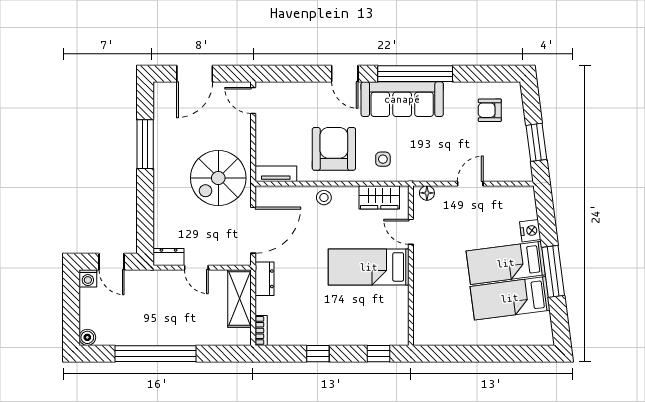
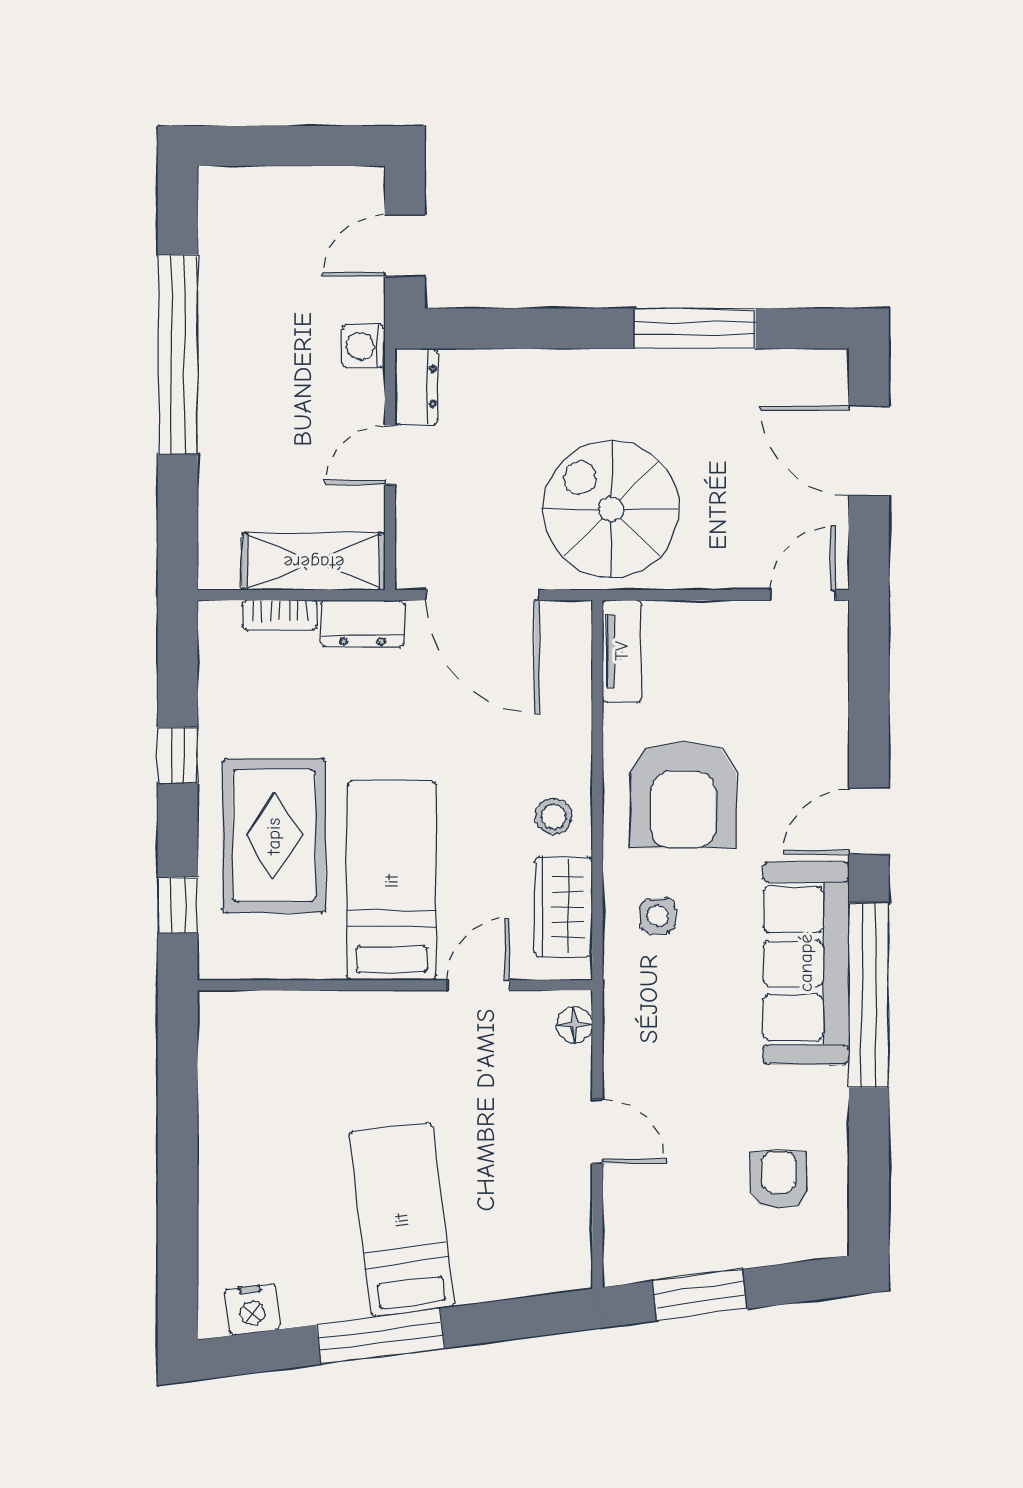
armchair: (334, 149) -> (683, 795), turned 90
stool: (324, 198) -> (553, 816), moved
nightstand: (530, 231) -> (252, 1310), moved
washing machine: (88, 278) -> (364, 346), moved
bed: (510, 298) -> (314, 1230), removed
rug: (350, 315) -> (274, 836), added
bookcase: (261, 330) -> (280, 615), moved
boiler: (87, 337) -> (218, 186), removed

